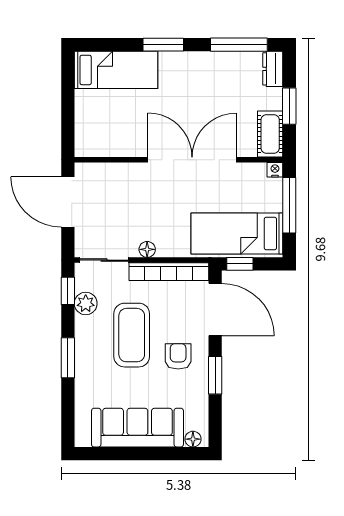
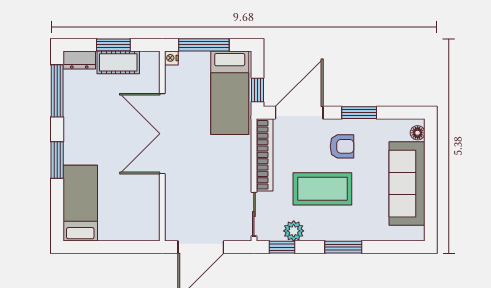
cot: (270, 134) -> (118, 62), moved
floor lamp: (147, 249) -> (244, 175), removed
armchair: (178, 356) -> (342, 146), turned 180

